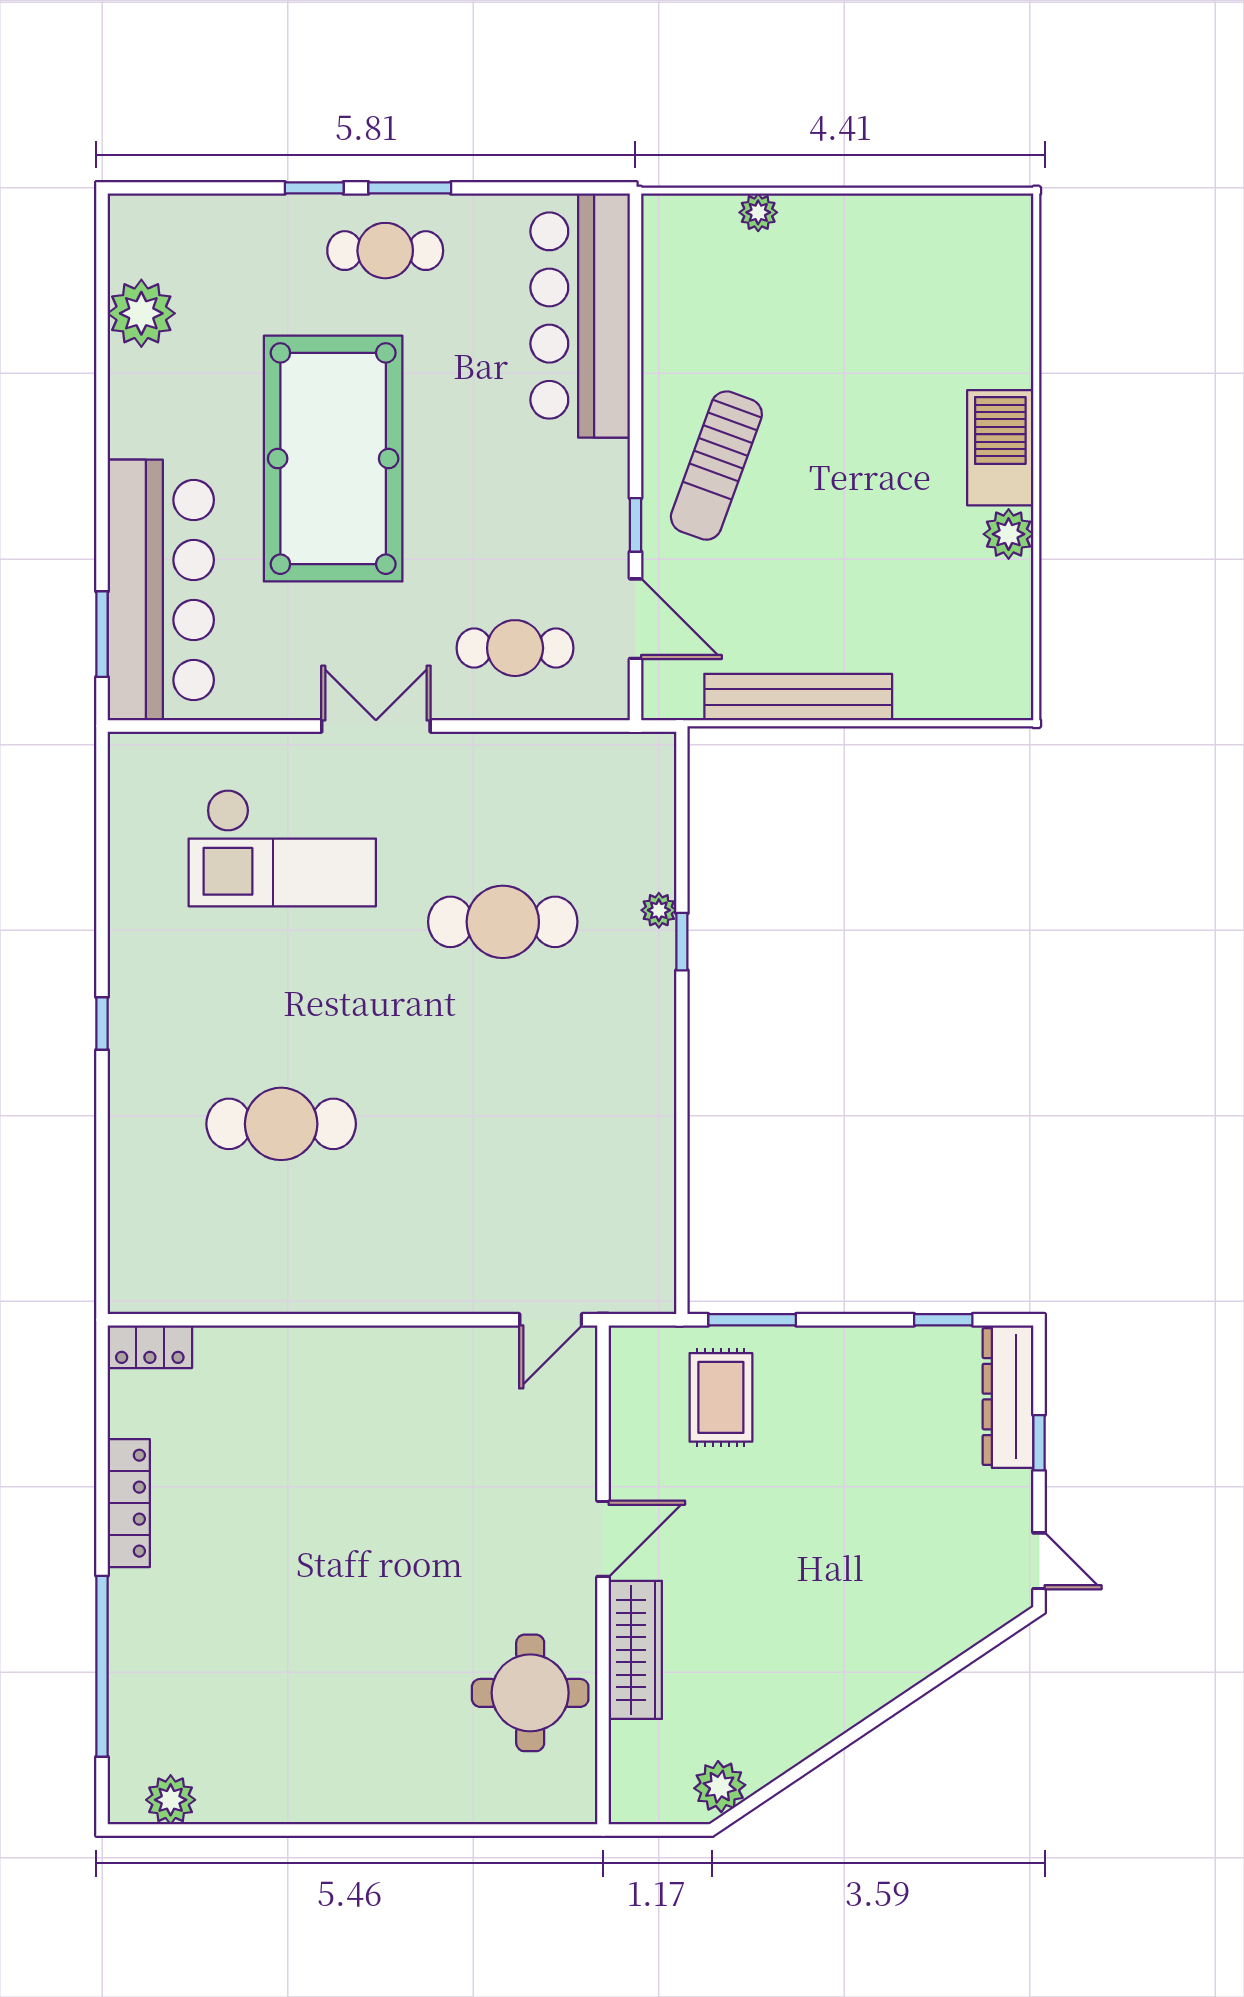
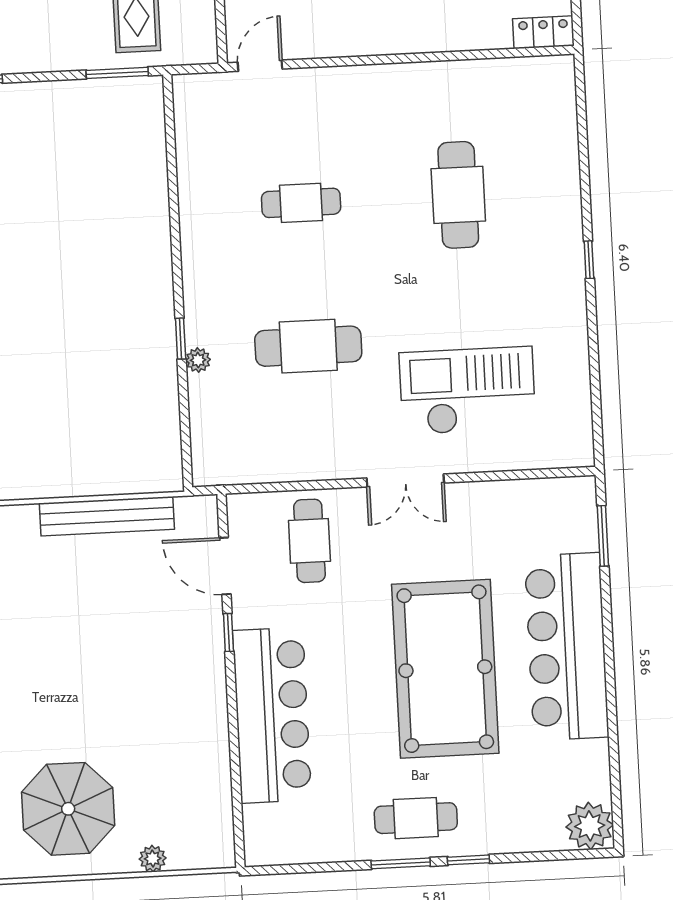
parasol: (873, 288) -> (68, 809), added
plant: (141, 313) -> (590, 826), moved
bar counter: (580, 316) -> (272, 715), moved
sun lounger: (716, 466) -> (173, 677), removed
bar counter: (161, 590) -> (567, 647), moved
cafe table: (515, 648) -> (309, 541), turned 90
cafe table: (281, 1124) -> (458, 195), turned 90
cafe table: (503, 1124) -> (301, 203), added

